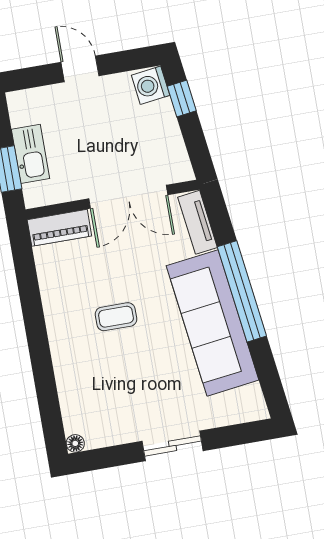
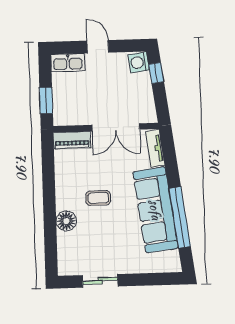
kitchen sink: (31, 154) -> (68, 63), moved, turned 90
window: (242, 291) -> (180, 217), moved
floor lamp: (75, 443) -> (66, 221), moved, width x1.89, depth x1.89
sliding door: (173, 446) -> (100, 281), moved

